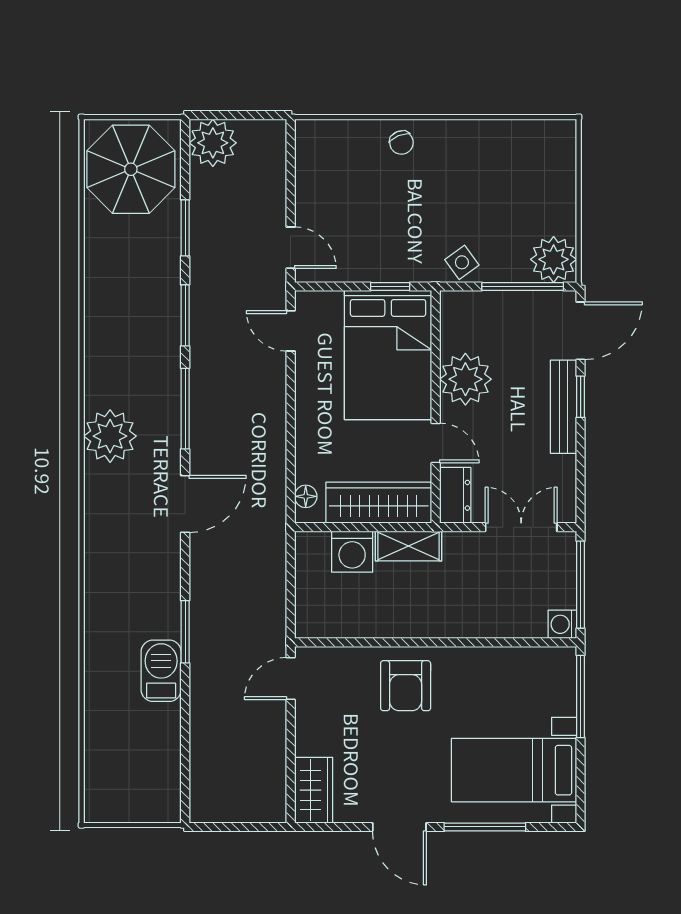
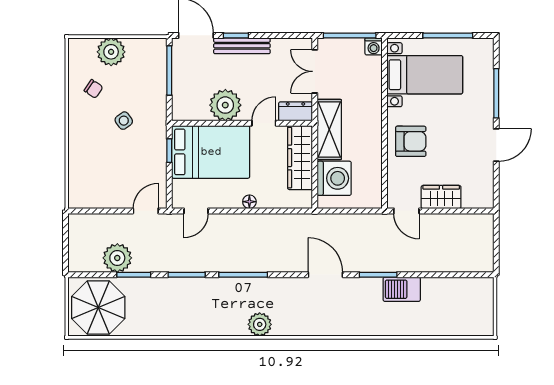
plant: (213, 143) -> (117, 258), moved
chair: (401, 143) -> (93, 89), moved, turned 57
plant: (554, 259) -> (111, 52), moved
side table: (462, 262) -> (124, 121), moved
plant: (110, 436) -> (260, 324), width x0.73, depth x0.73
floor lamp: (306, 496) -> (249, 202), moved
door: (185, 504) -> (325, 275), moved
shelving: (408, 546) -> (329, 129), width x1.50, depth x1.33
washing machine: (352, 552) -> (334, 178), width x1.37, depth x1.37
window: (581, 697) -> (448, 35), moved
bed with nightstands: (514, 770) -> (425, 75), moved, turned -90
wardrobe: (314, 790) -> (441, 197), moved

